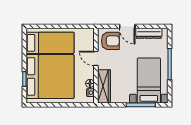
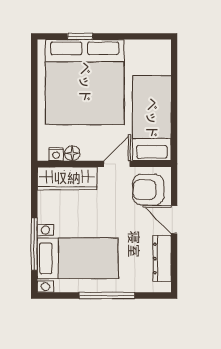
door: (127, 26) -> (174, 220), hinge flipped
armchair: (110, 41) -> (148, 190), turned 90
bed: (50, 43) -> (152, 118), moved, turned 180

